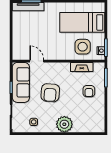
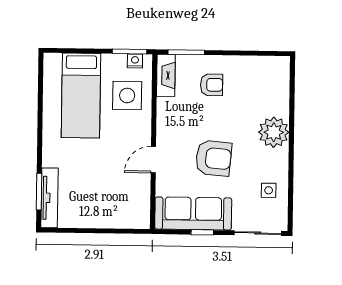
door: (37, 61) -> (153, 160), moved
fireplace: (82, 67) -> (166, 75), moved

